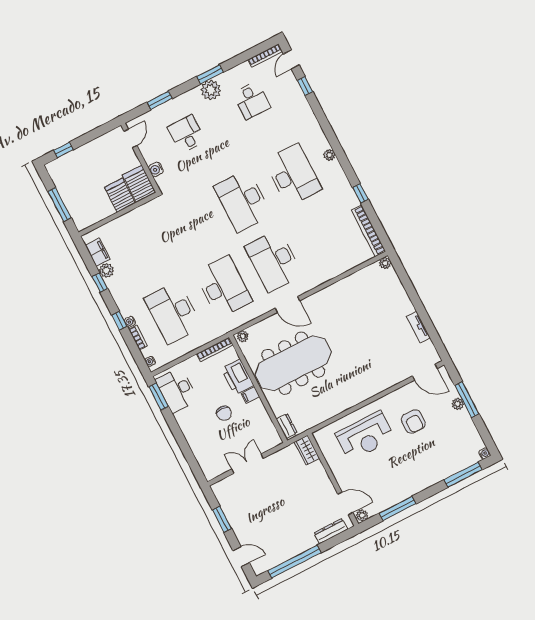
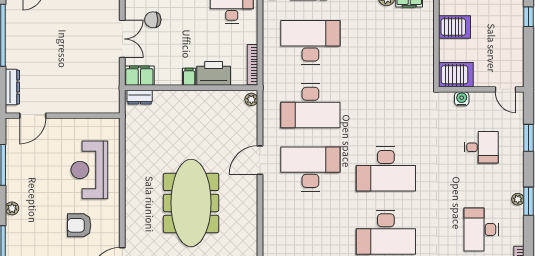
plant: (211, 90) -> (518, 199), width x0.53, depth x0.53
desk: (252, 100) -> (481, 229), width x1.37
server rack: (120, 195) -> (455, 27), moved
desk: (243, 201) -> (386, 169), turned 180
meeting table: (293, 363) -> (191, 203), moved
chair: (224, 413) -> (153, 20), moved
filing cabinet: (270, 435) -> (139, 76), added
wardrobe: (307, 450) -> (105, 105), removed
plant: (362, 515) -> (12, 208), moved

